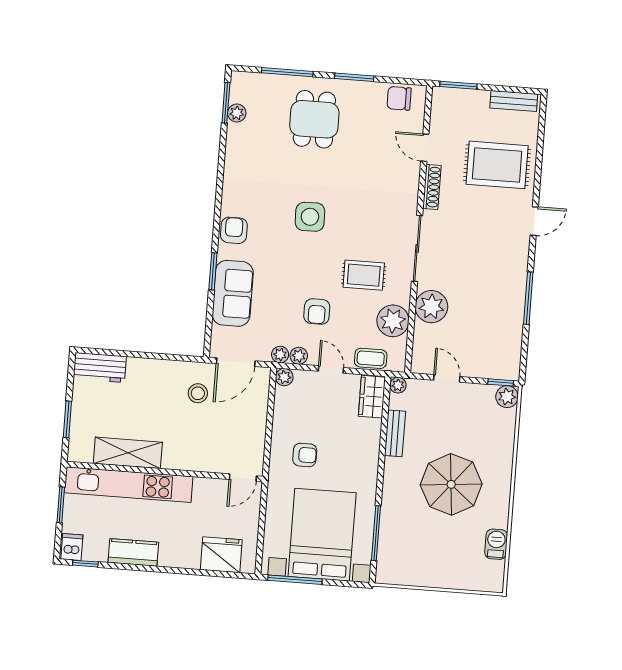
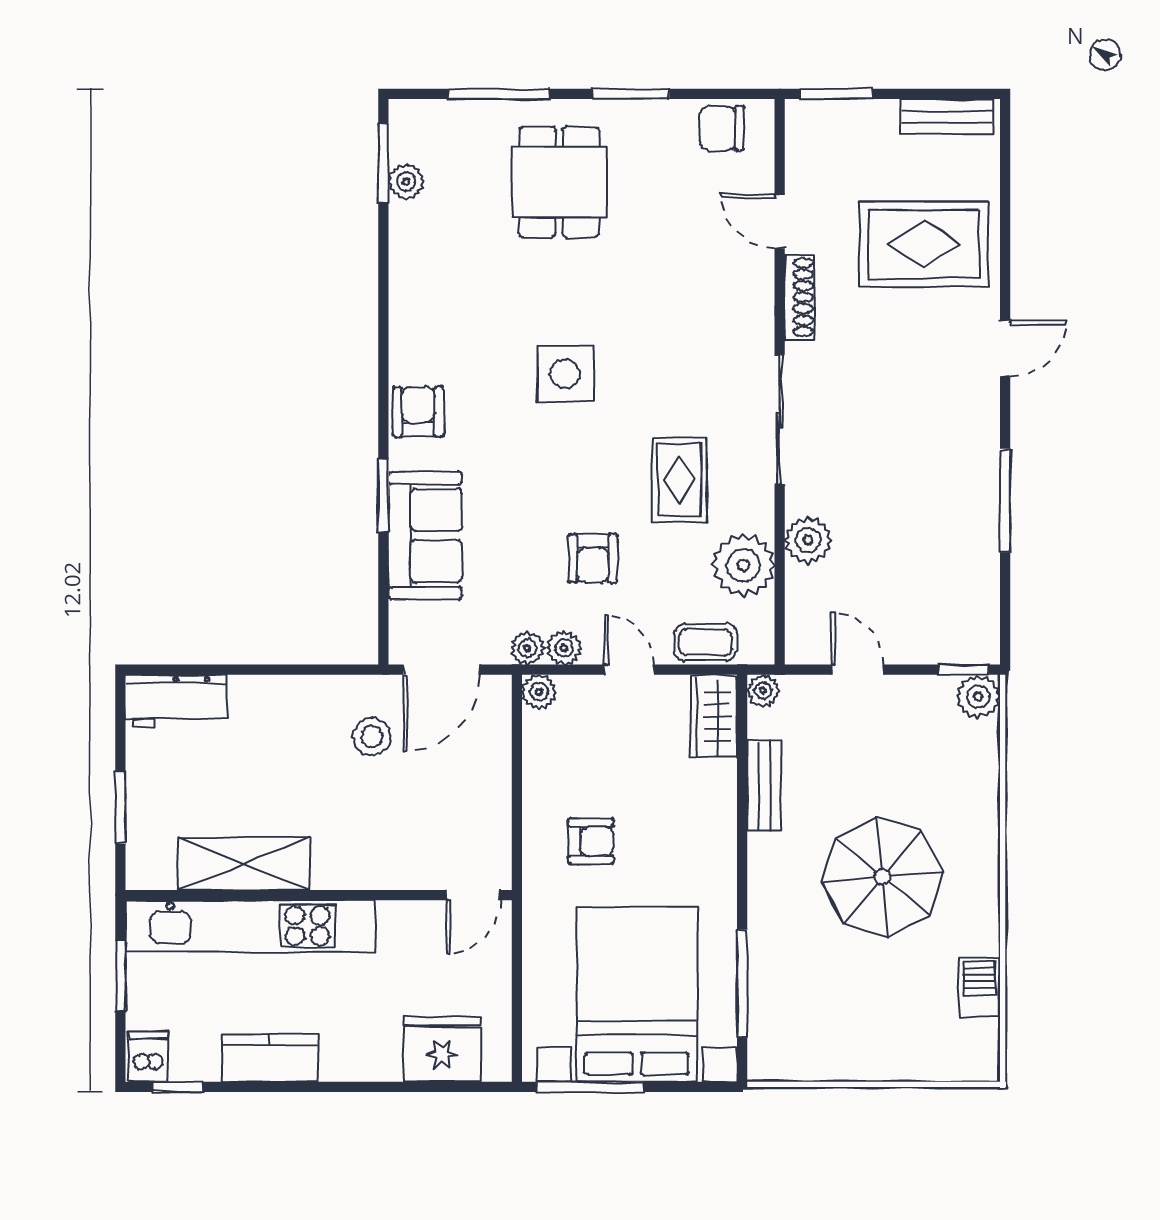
rug: (364, 275) -> (679, 480), turned 90
plant: (431, 307) -> (808, 540), width x0.73, depth x0.73

